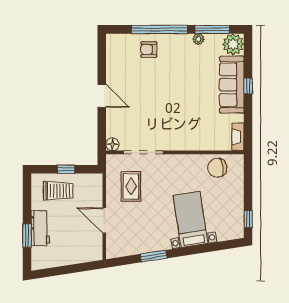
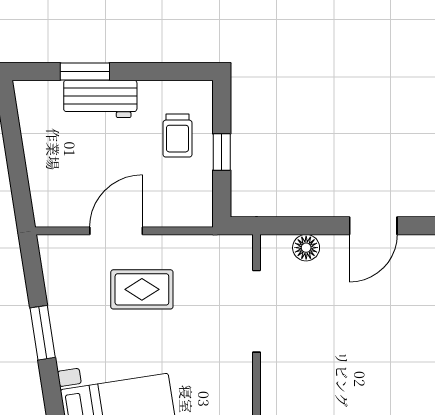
floor lamp: (112, 144) -> (306, 248), moved
rug: (131, 186) -> (142, 289), moved
trolley: (58, 191) -> (177, 136), width x0.73, depth x0.72

